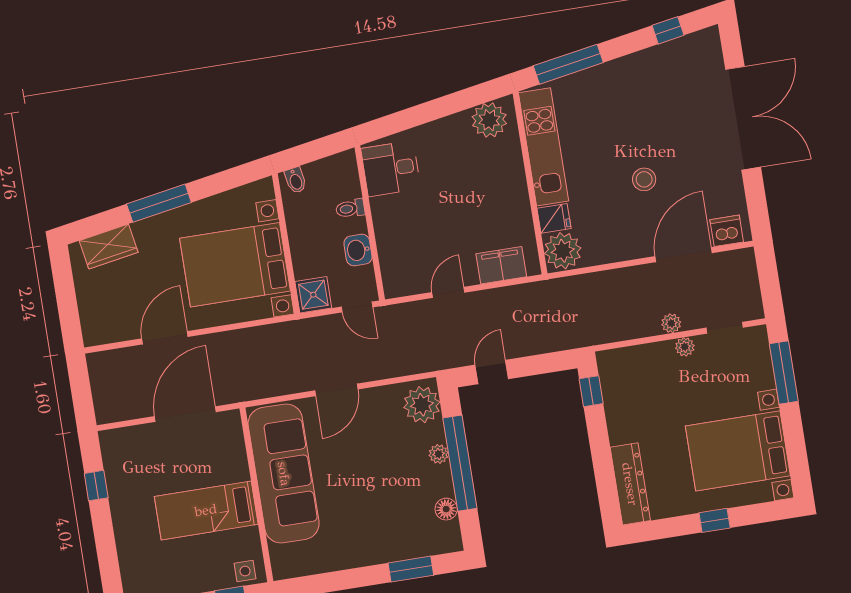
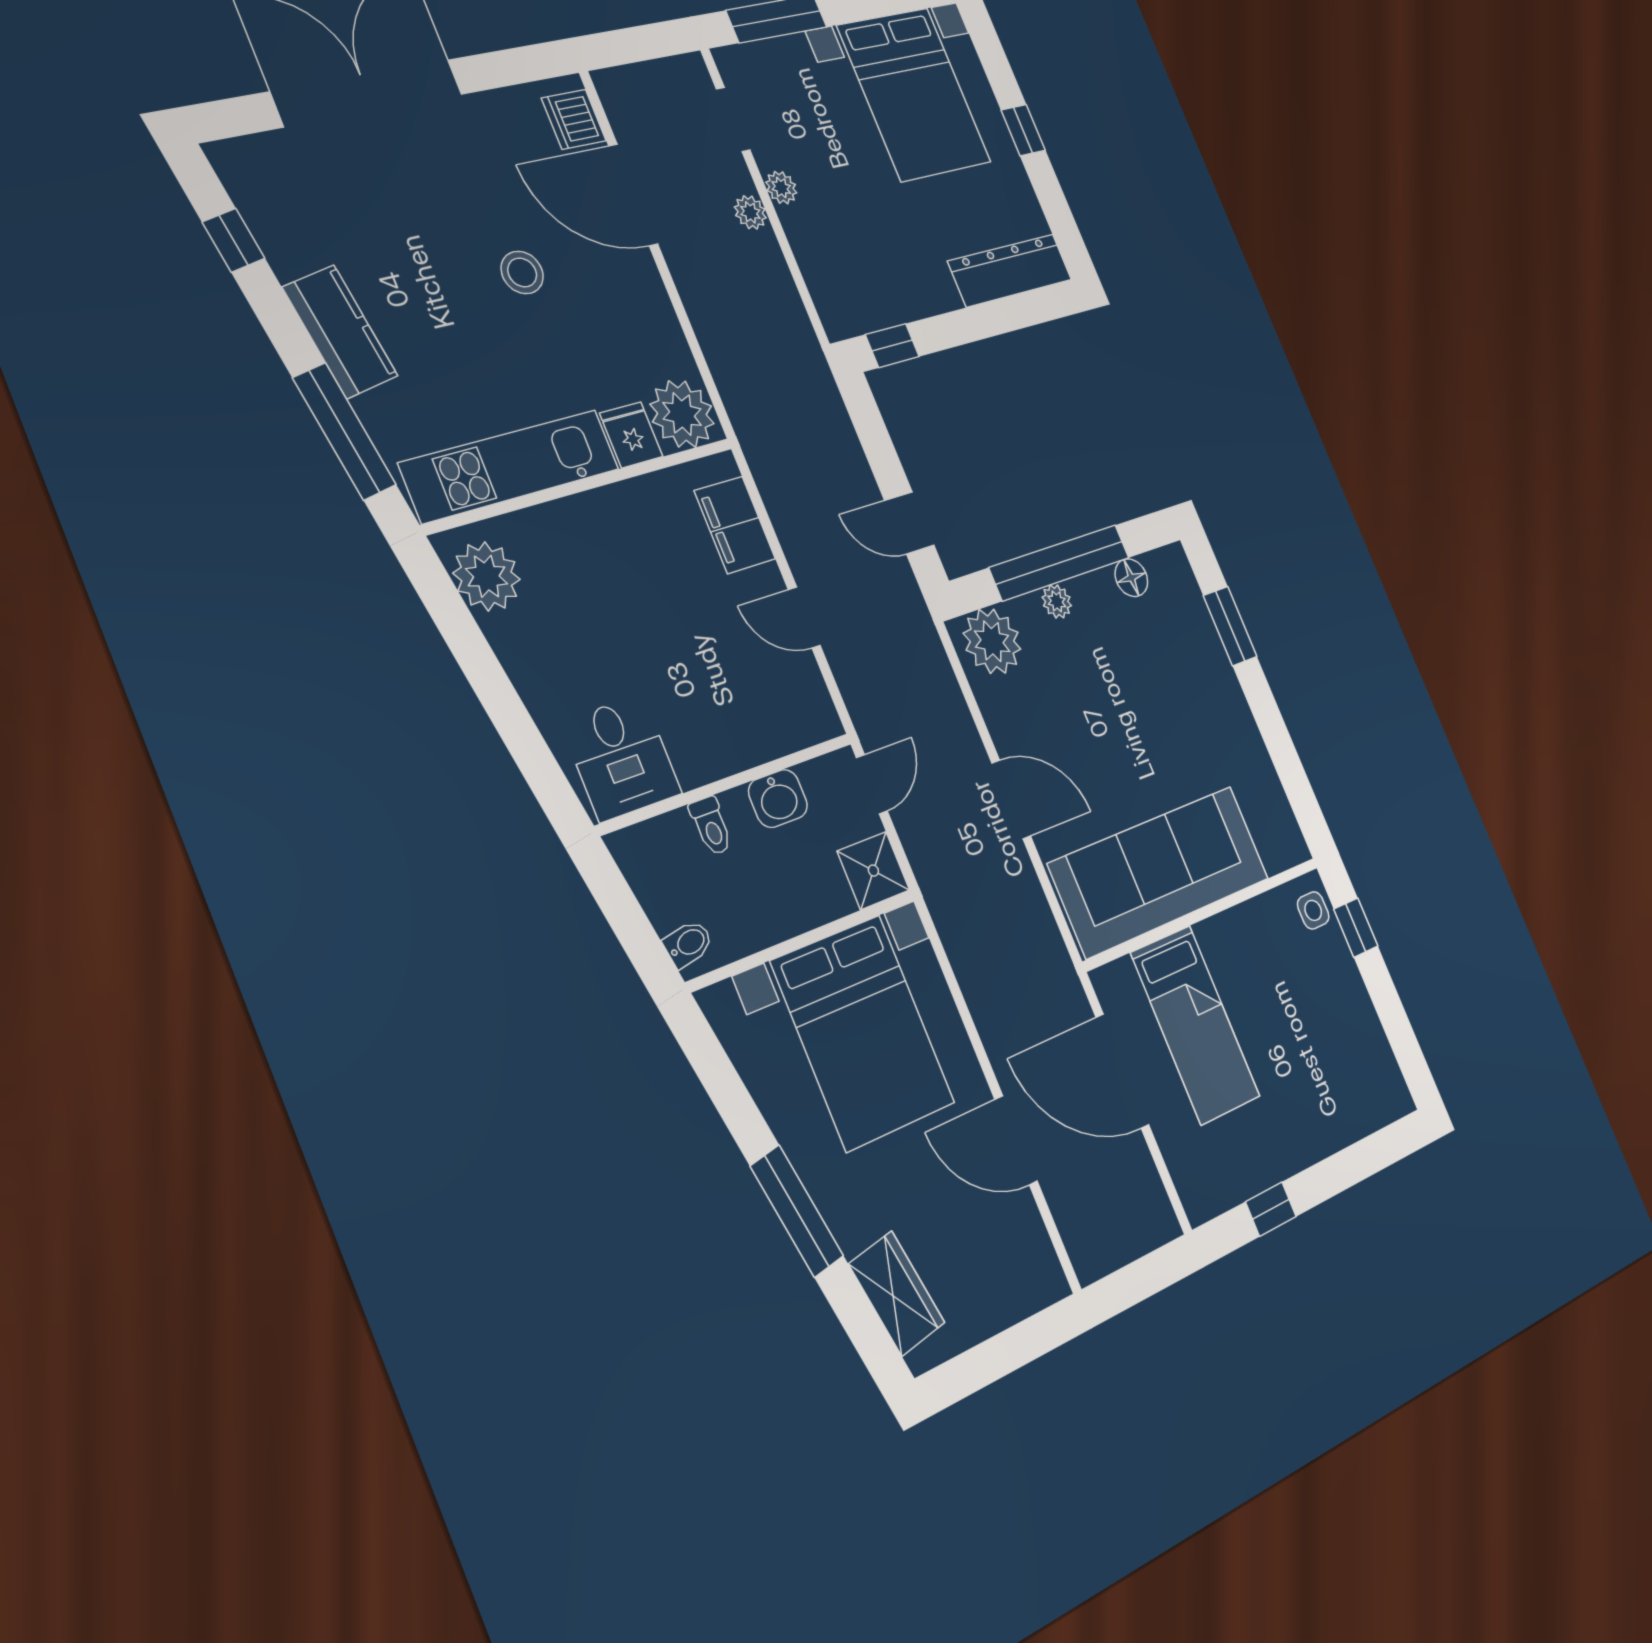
kitchen counter: (619, 74) -> (340, 332), added
bed: (206, 510) -> (1195, 1025), moved

